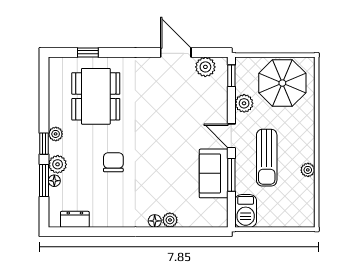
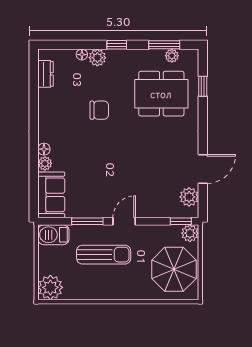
plant: (244, 103) -> (190, 233), moved
plant: (56, 134) -> (172, 56), moved
sun lounger: (267, 158) -> (104, 255), turned 180
plant: (308, 170) -> (50, 287), moved, width x1.88, depth x1.88
sofa: (214, 173) -> (51, 195), moved, turned 90
window: (44, 181) -> (164, 45), moved

